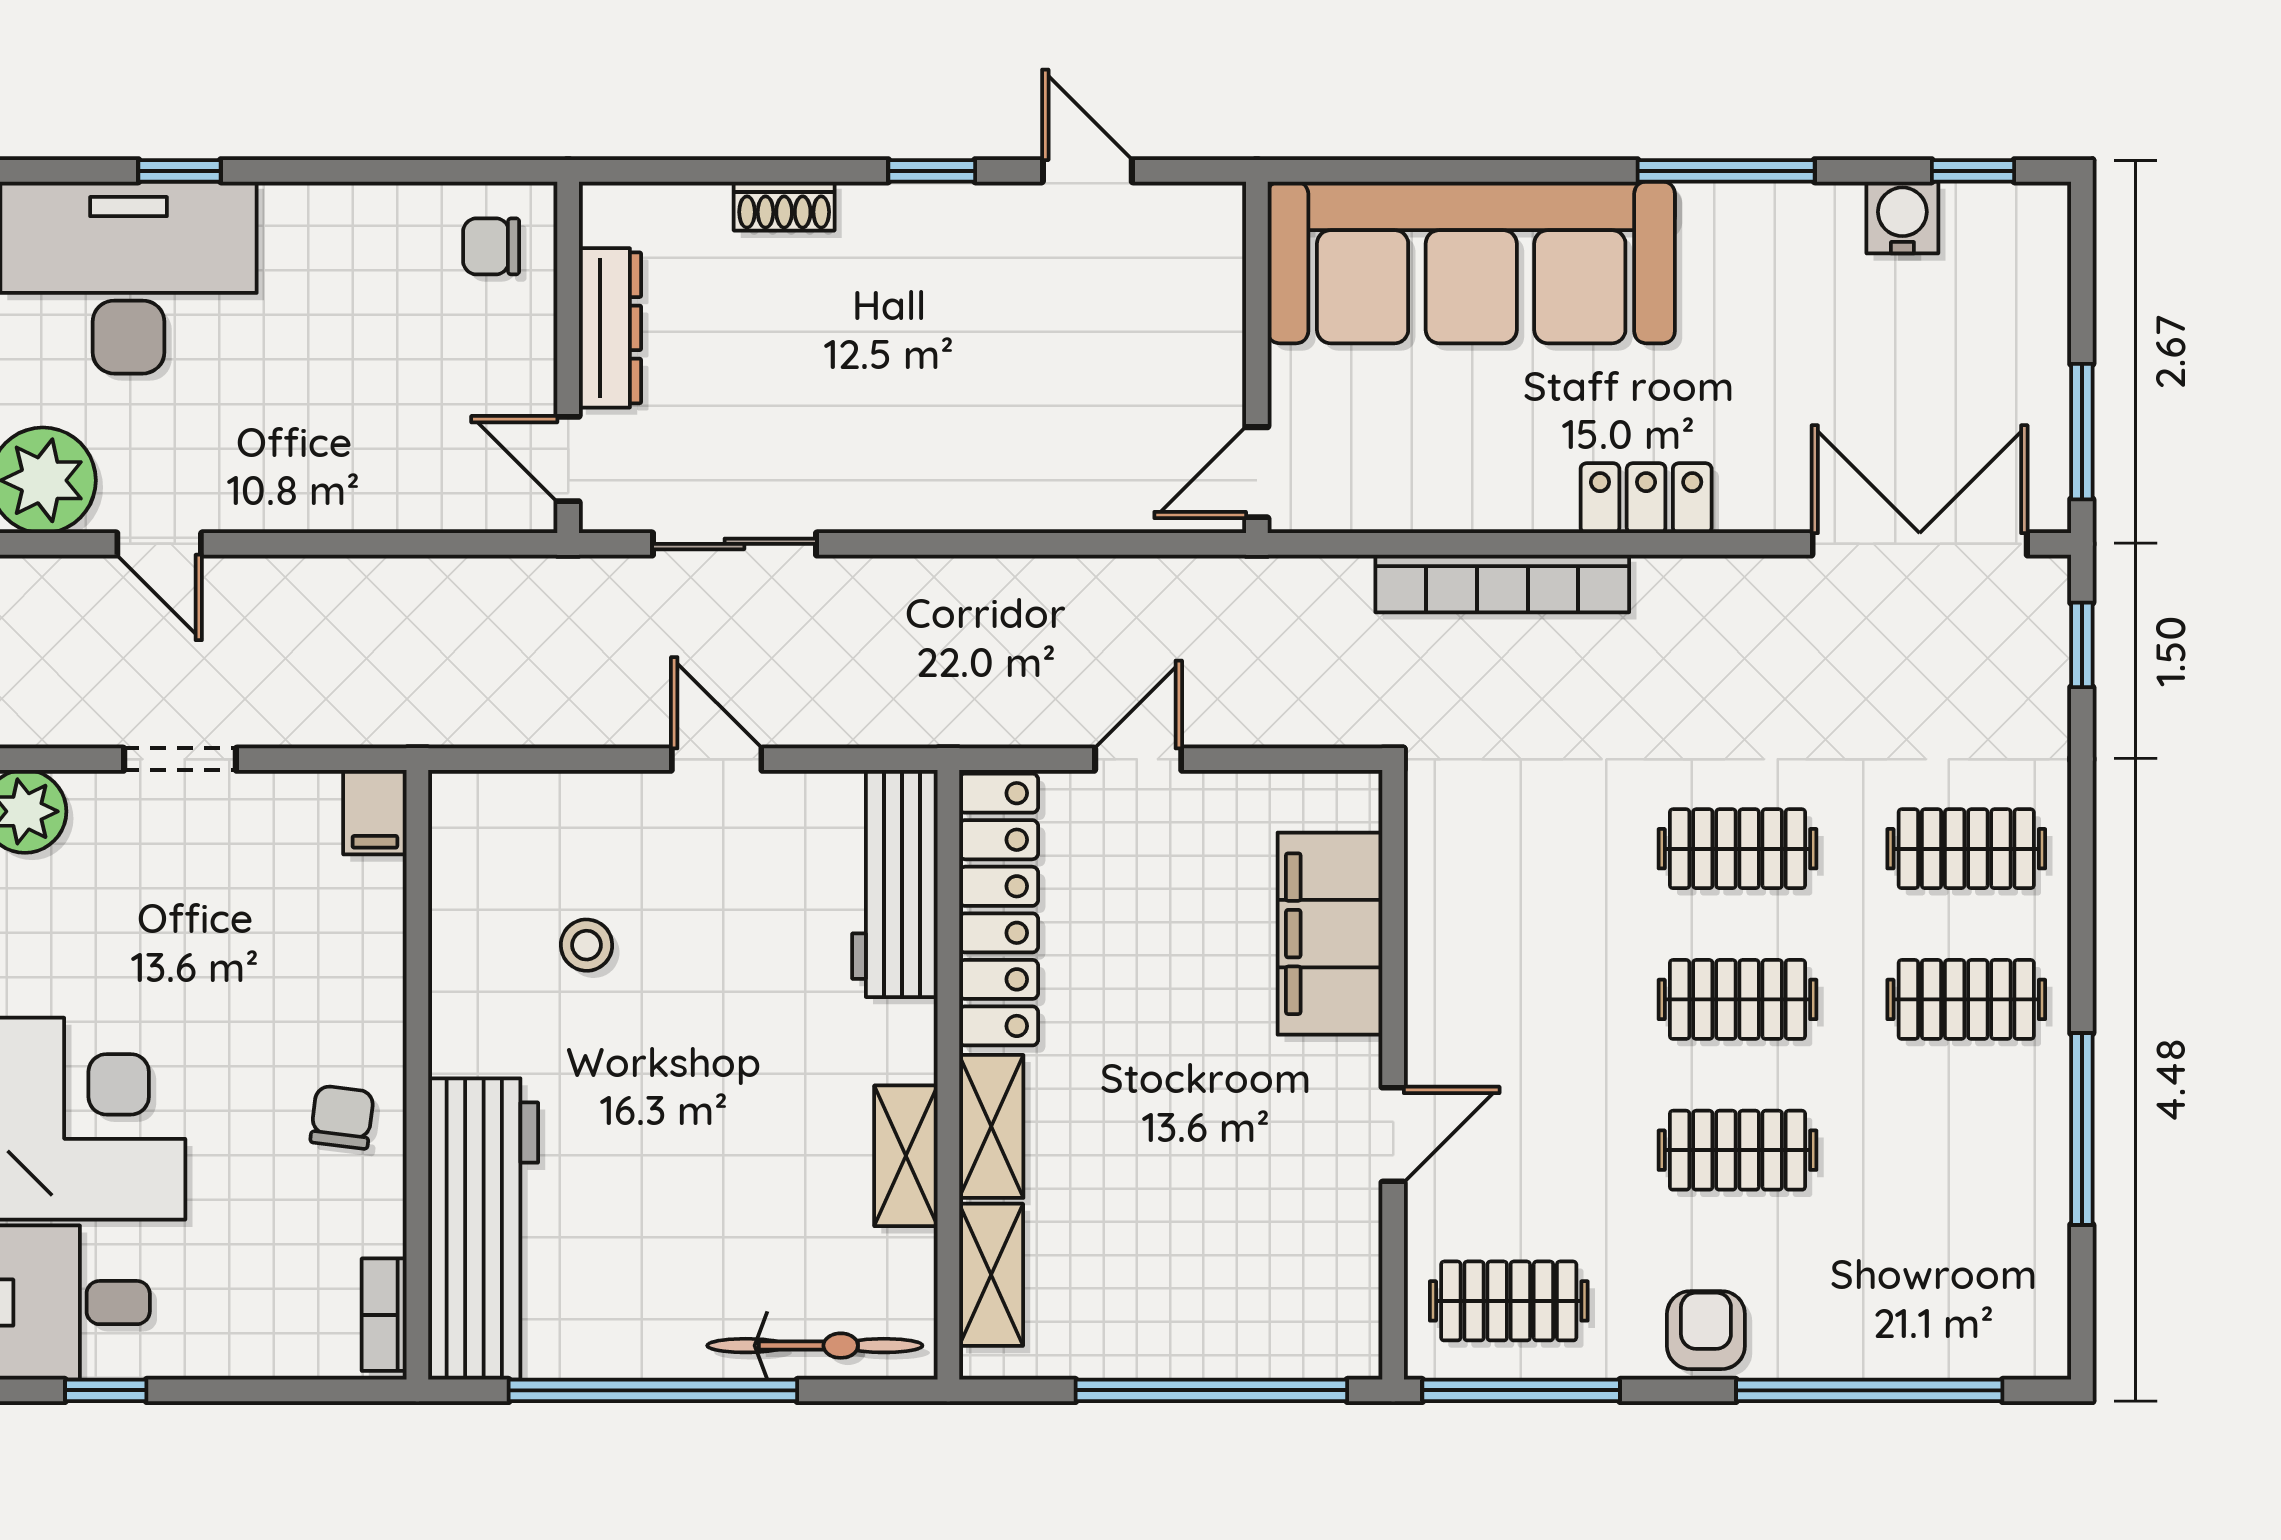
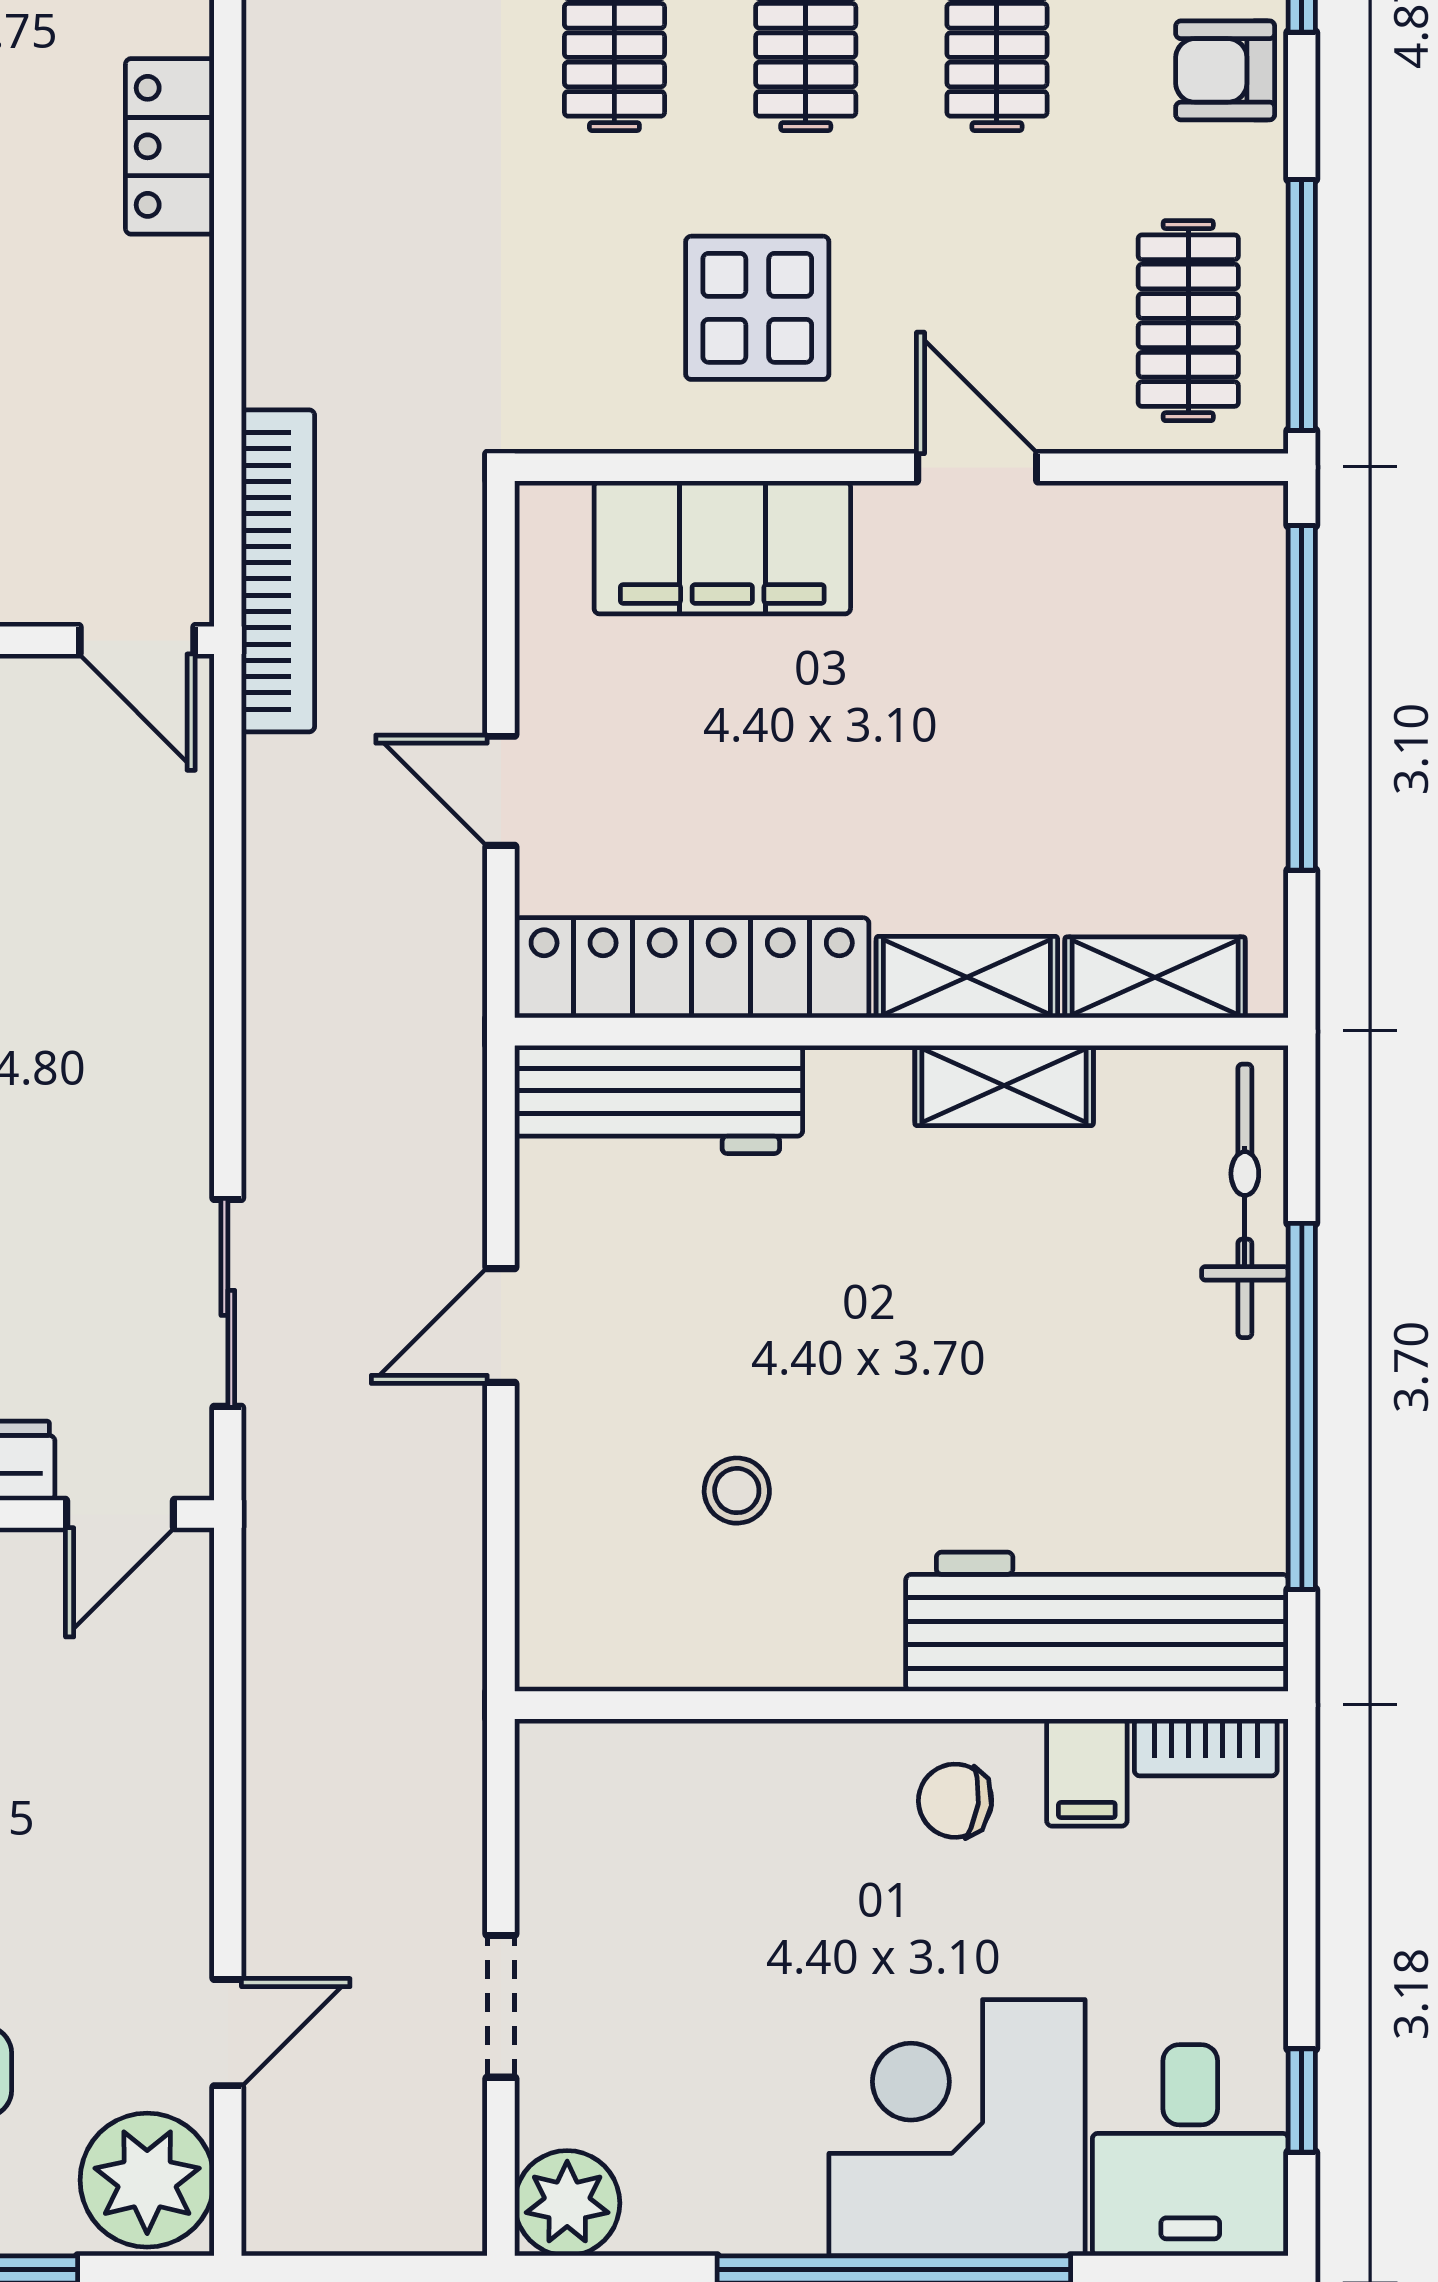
bookcase: (1502, 583) -> (278, 571), moved
filing cabinet: (375, 812) -> (1087, 1772), moved, turned 90
display table: (1519, 961) -> (757, 308), added

